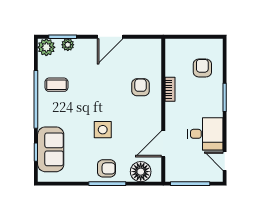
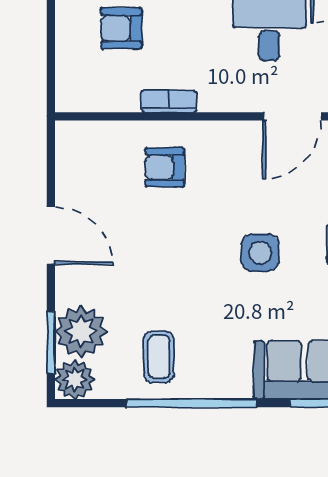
plant: (68, 45) -> (81, 331), width x1.87, depth x1.87
door: (163, 144) -> (292, 116), hinge flipped

